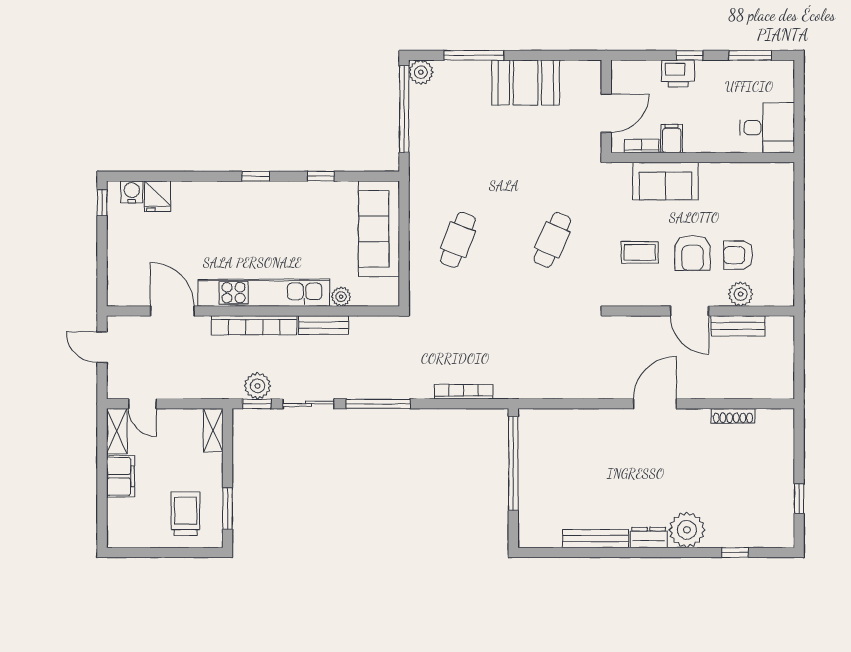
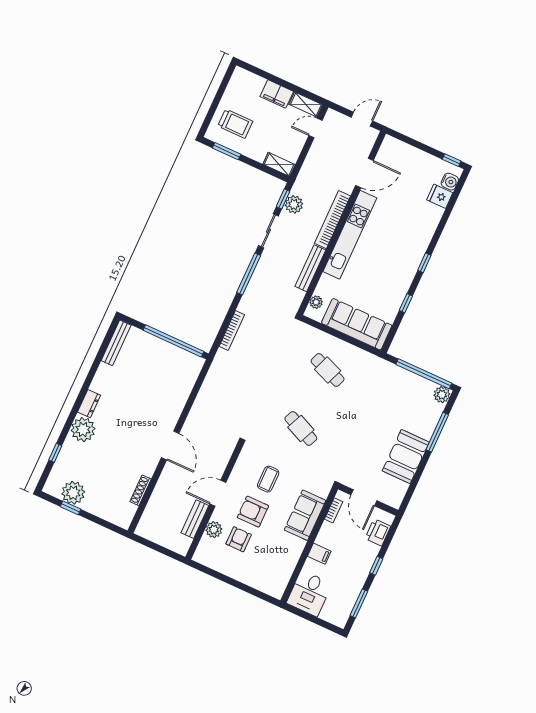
printer: (678, 74) -> (378, 532), moved
filing cabinet: (672, 139) -> (319, 554), moved
plant: (341, 297) -> (316, 302), moved
bench: (324, 325) -> (310, 268), width x1.36
plant: (777, 504) -> (73, 493), added
bench: (595, 539) -> (116, 343), moved

